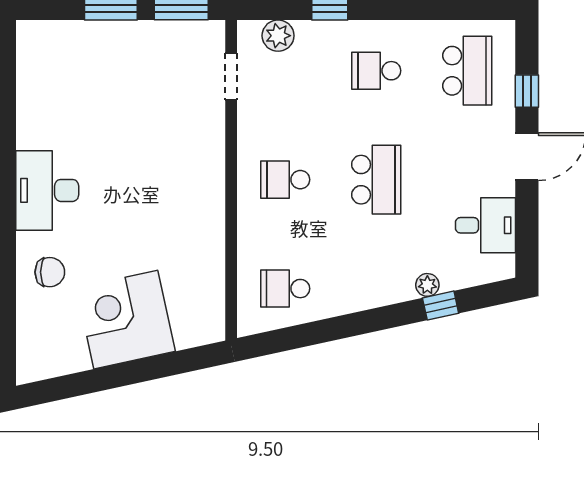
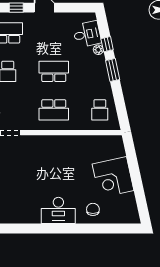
school desk: (285, 180) -> (54, 110), width x1.85
desk: (486, 225) -> (87, 34), moved, turned 78
window: (379, 319) -> (113, 70), added

